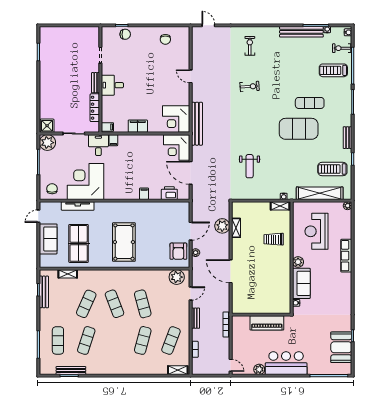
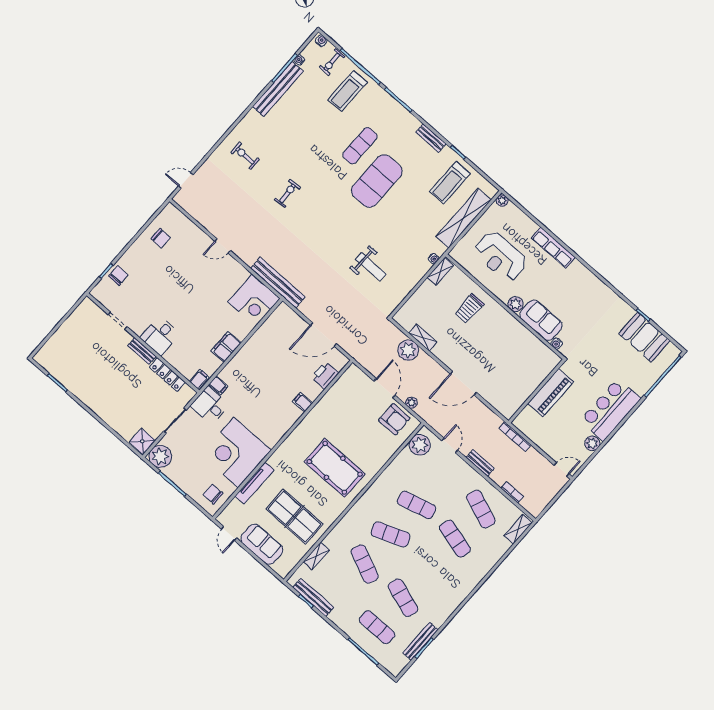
corner desk: (177, 147) -> (284, 326), removed

